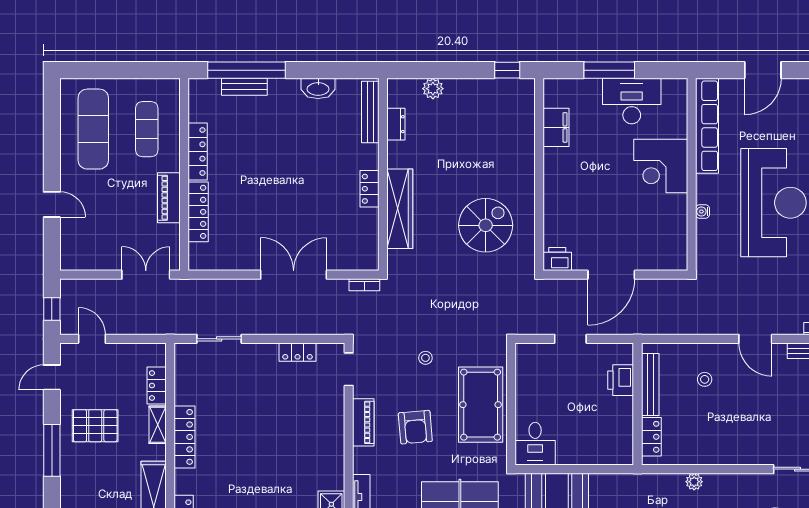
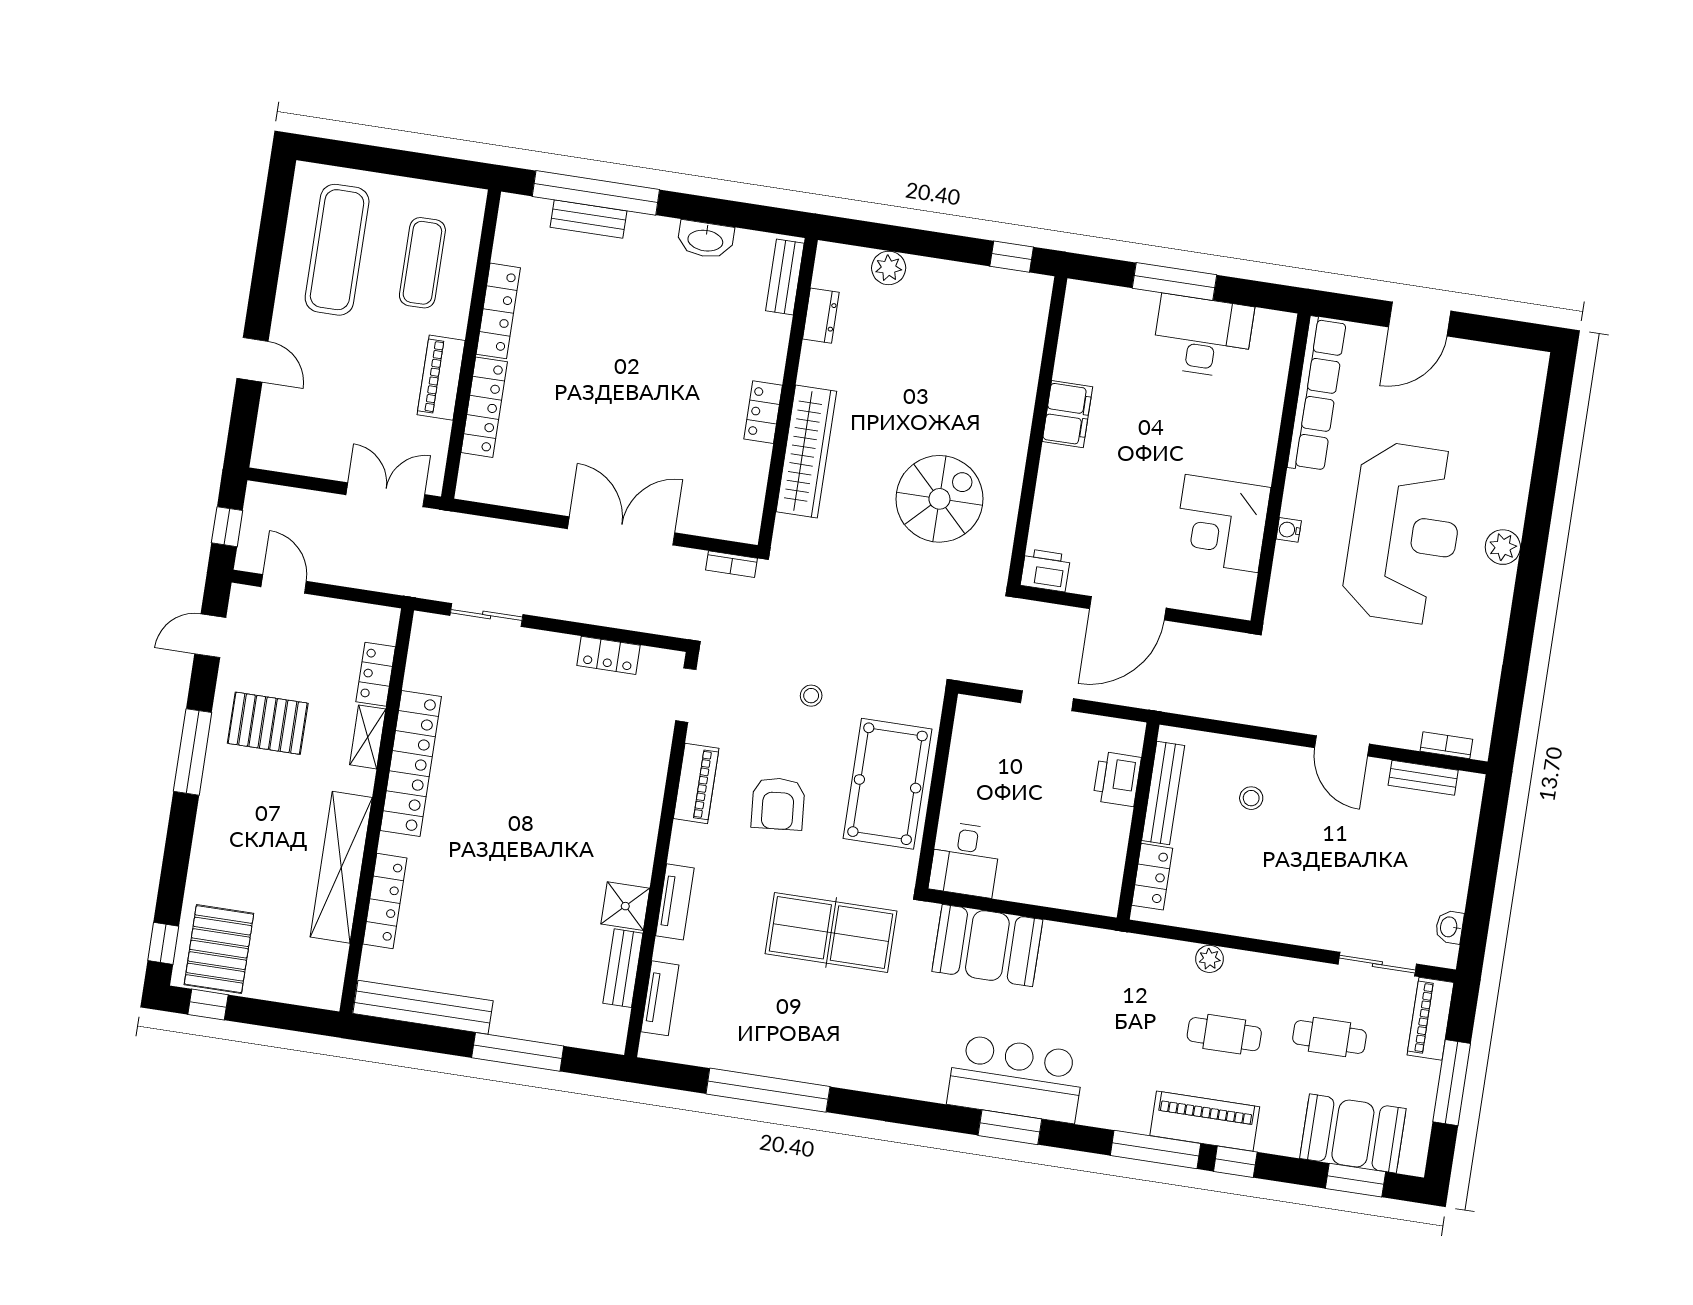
bench: (370, 112) -> (785, 277), width x0.73
filing cabinet: (556, 127) -> (1067, 414), moved
corner desk: (661, 166) -> (1222, 524), moved
locker: (184, 437) -> (411, 764), width x1.41, depth x1.21

